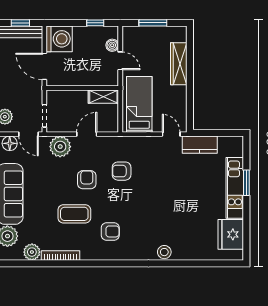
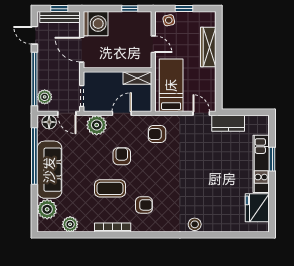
window: (153, 23) -> (184, 9), width x0.67
side table: (137, 35) -> (169, 20), added
boiler: (112, 45) -> (146, 30), removed
armchair: (122, 171) -> (157, 134), moved
bookcase: (60, 255) -> (113, 228), moved

